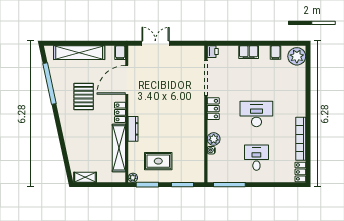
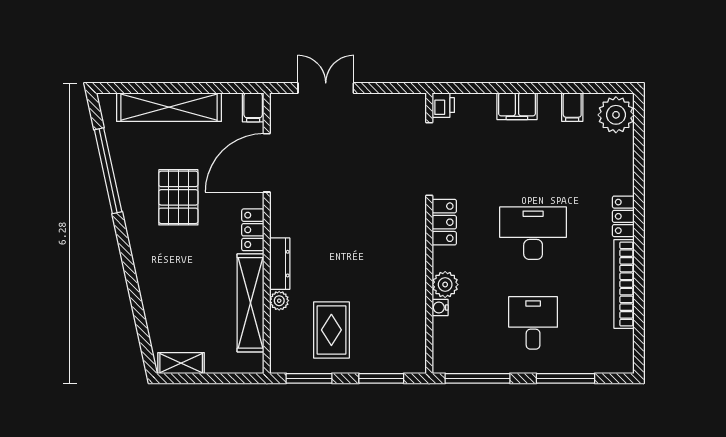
rug: (158, 161) -> (331, 330), turned 90
locker: (300, 172) -> (623, 216), moved
plant: (133, 178) -> (279, 301), moved
window: (272, 185) -> (566, 378), added

